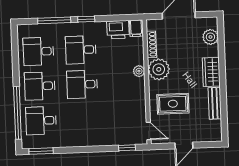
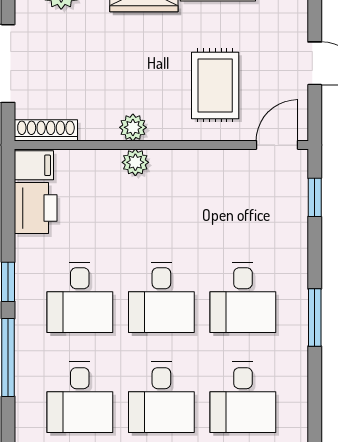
shoe rack: (151, 44) -> (46, 130), moved
plant: (159, 69) -> (133, 127), width x0.53, depth x0.53
desk: (83, 119) -> (243, 297), added
window: (41, 151) -> (315, 318), moved

